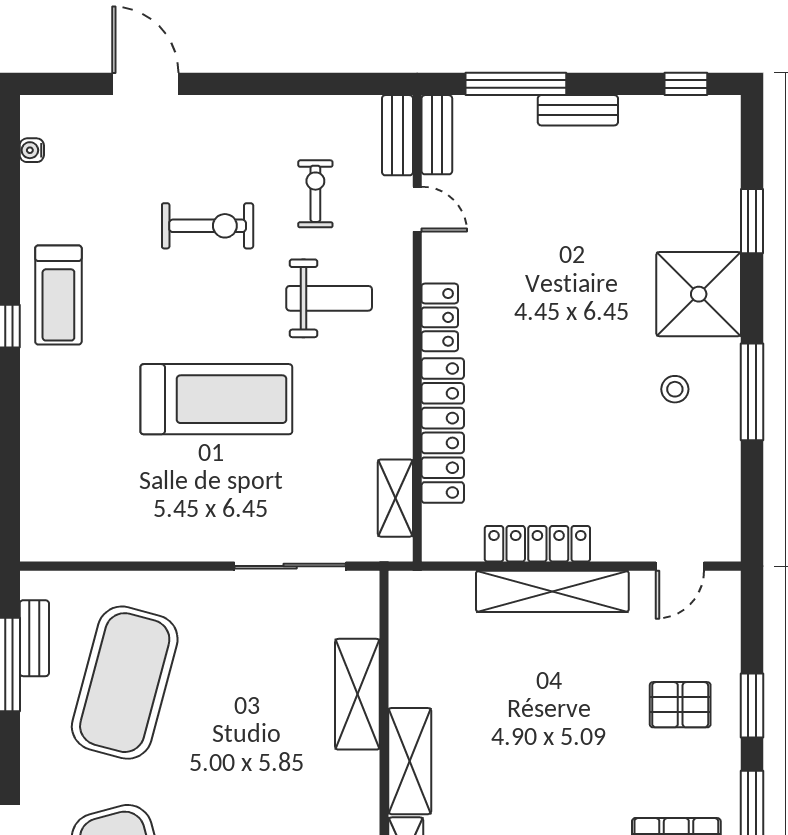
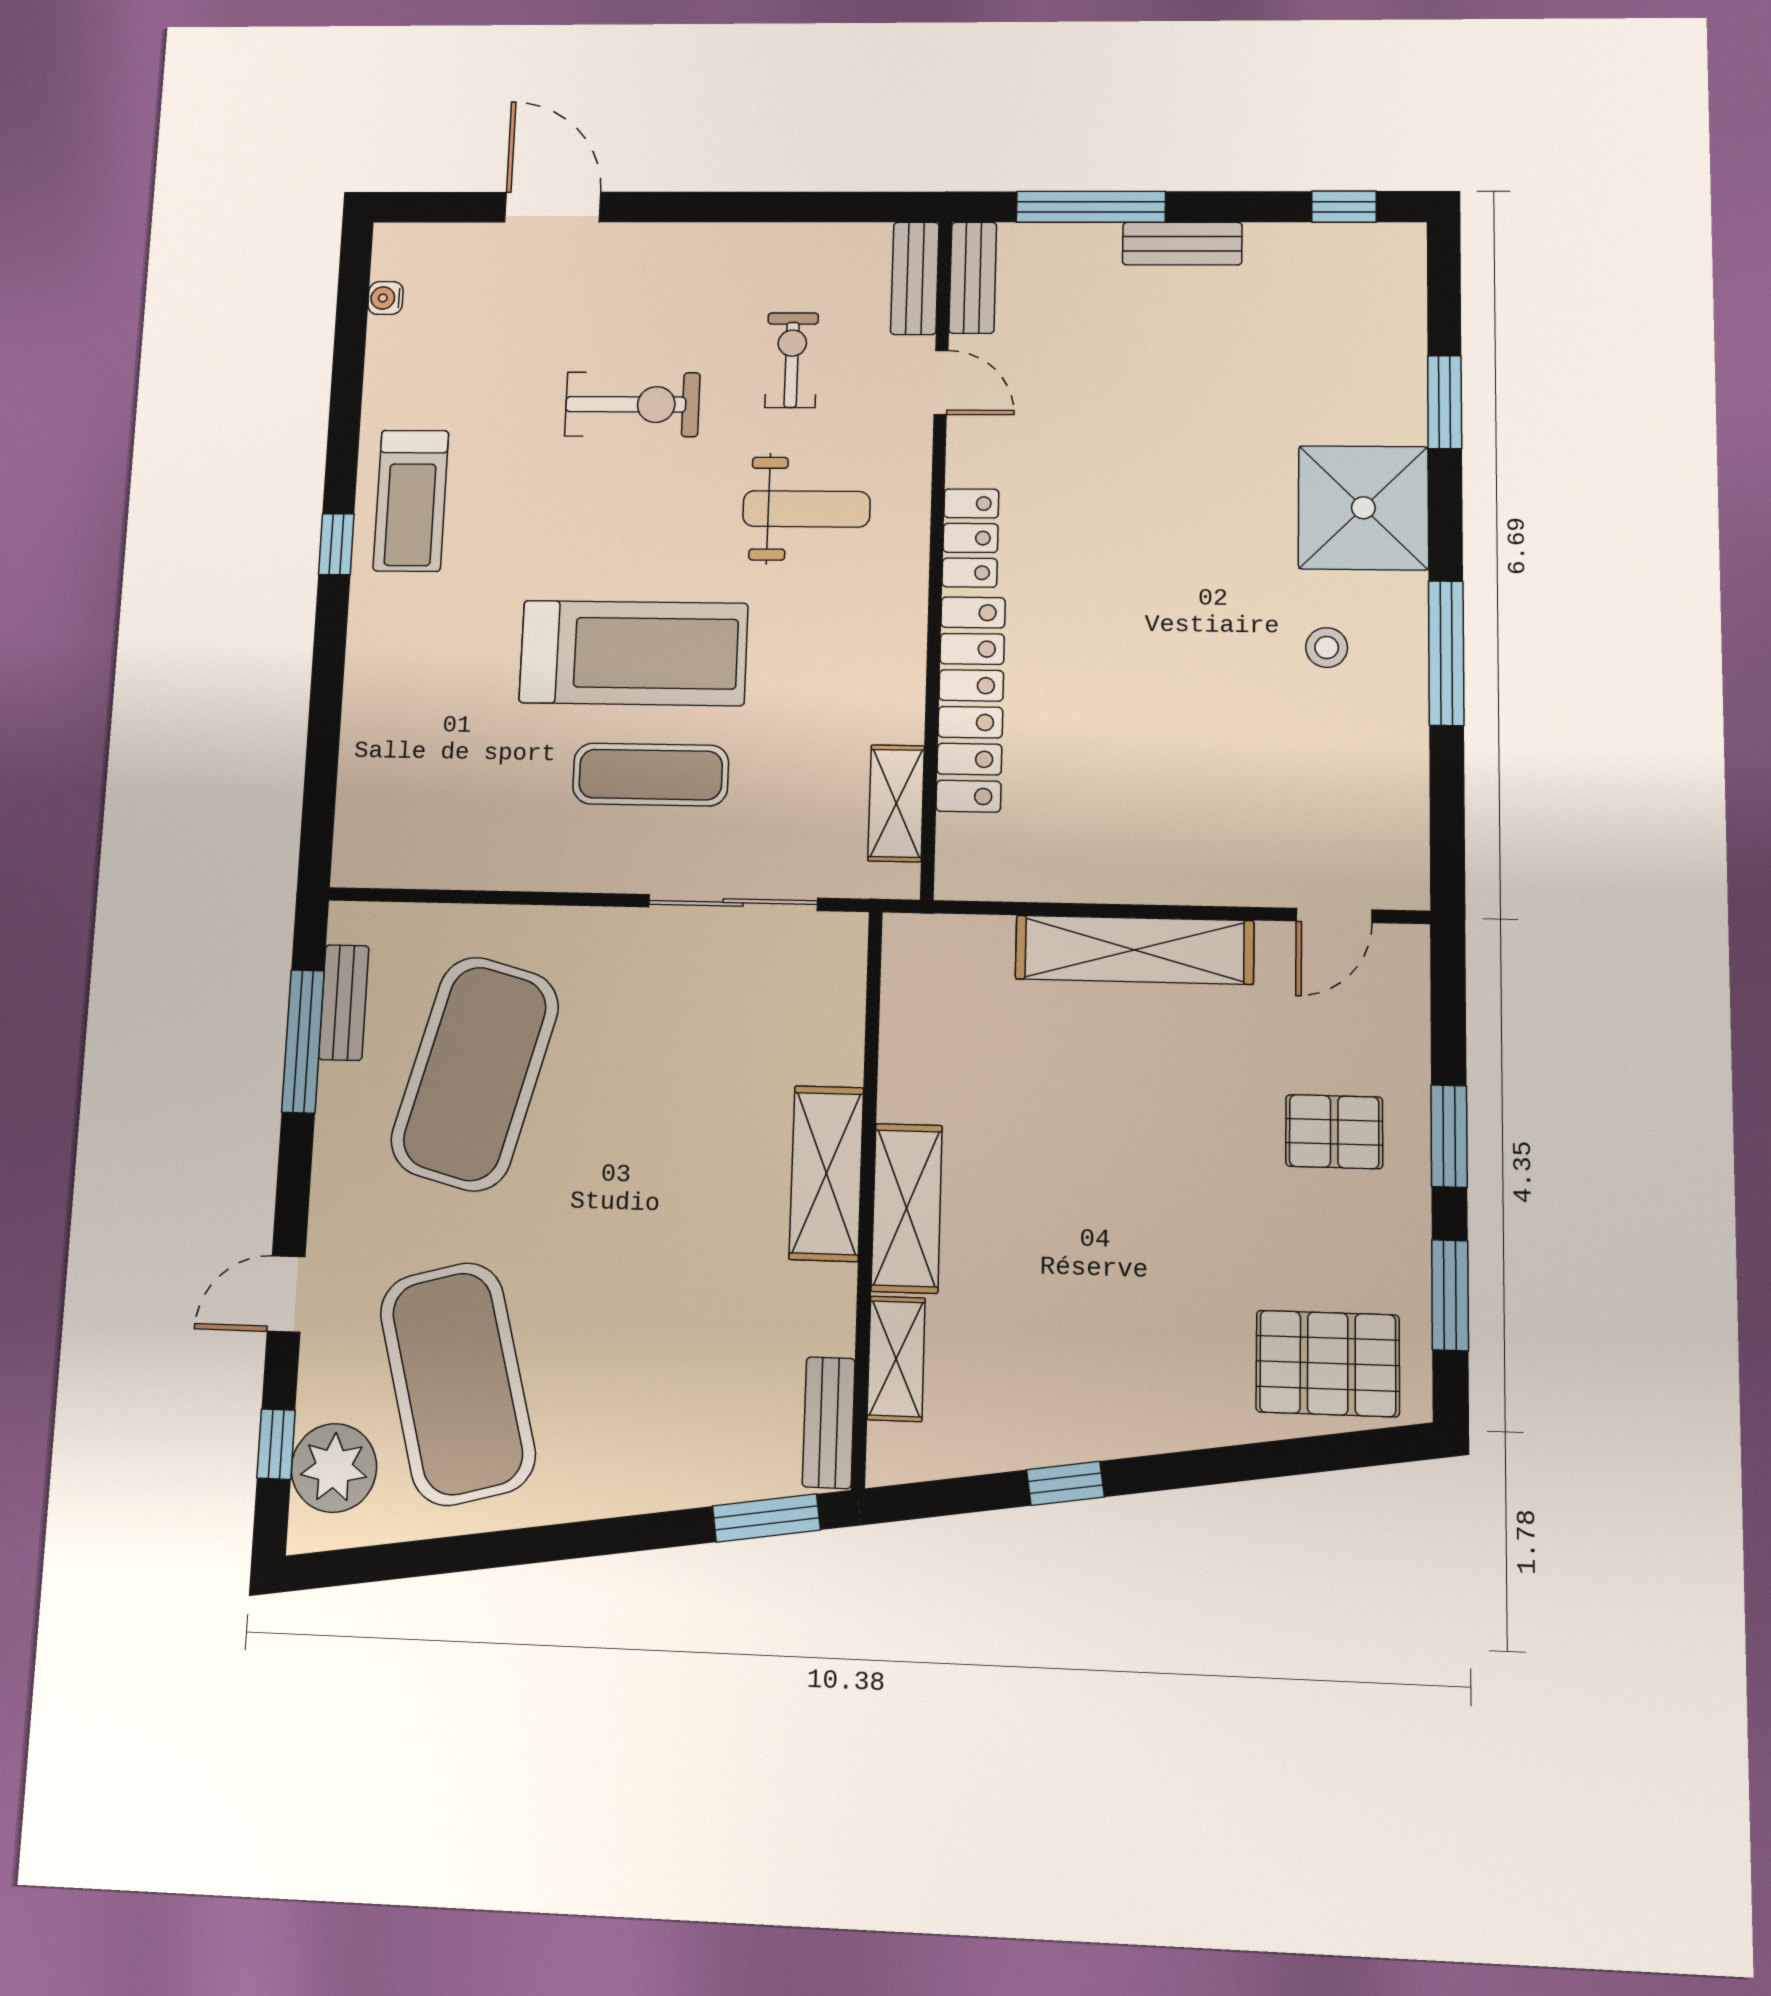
exercise mat: (232, 482) -> (651, 775), added
locker: (537, 544) -> (1112, 876), removed
shelving: (357, 694) -> (826, 1173), moved

